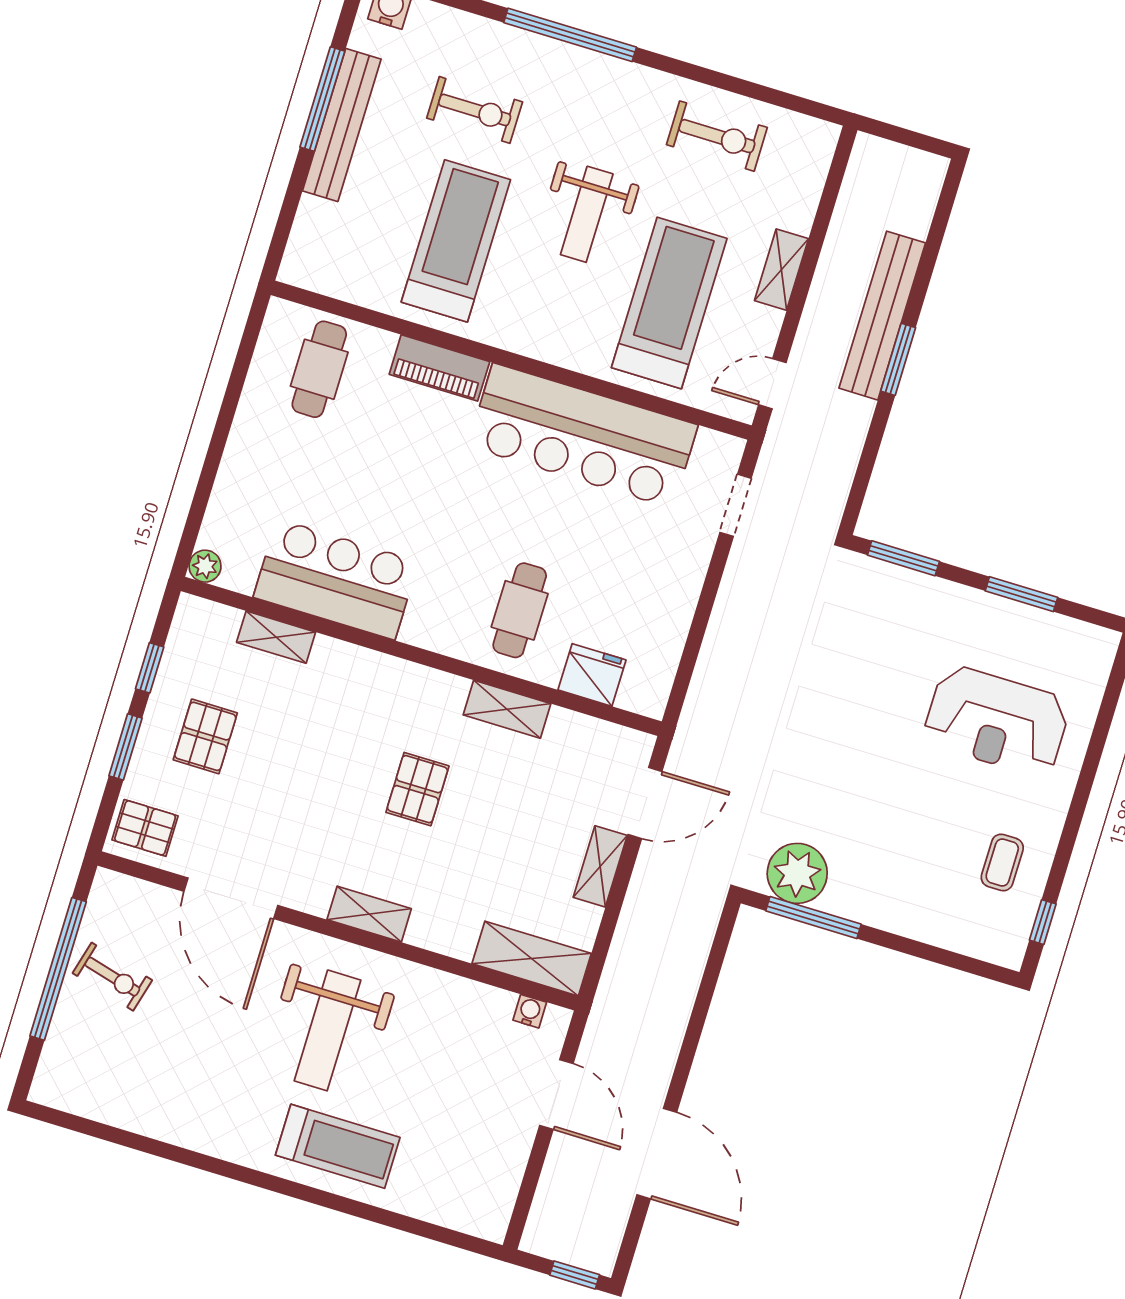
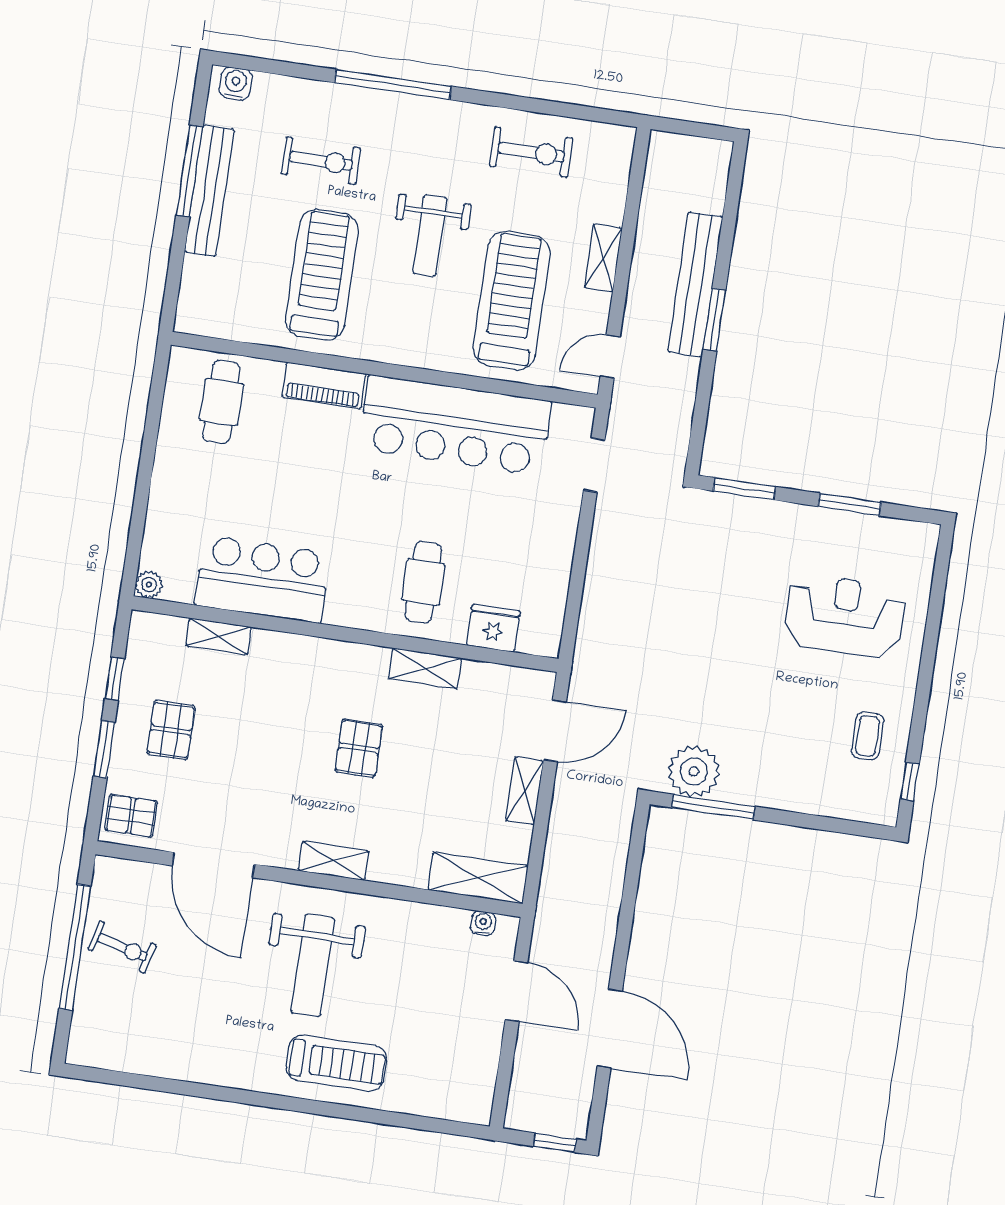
reception desk: (997, 721) -> (845, 616), turned 180

